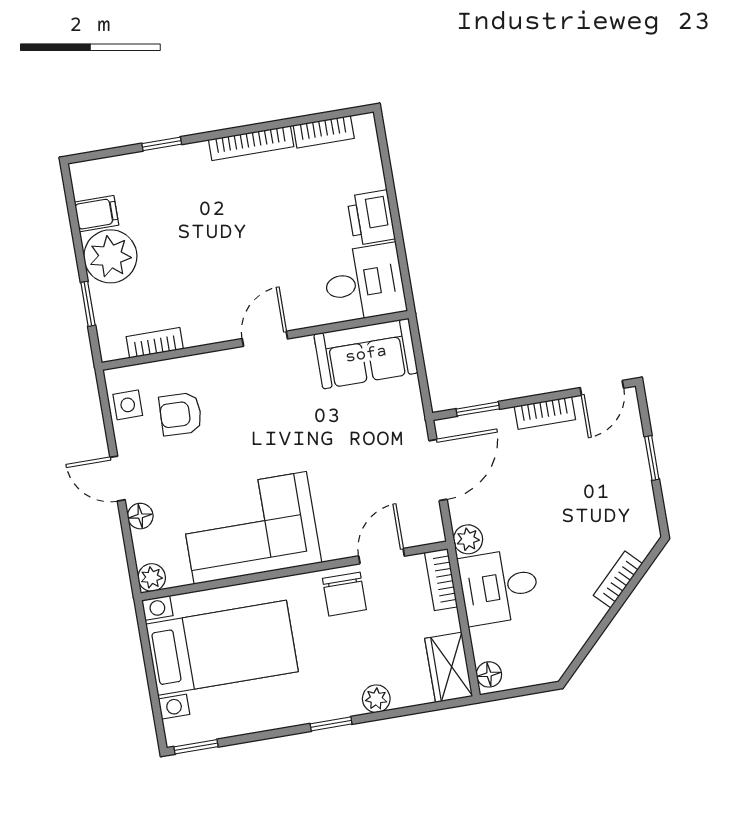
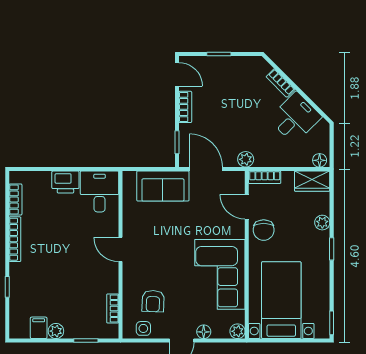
plant: (110, 256) -> (56, 331), width x0.53, depth x0.53
sofa: (366, 354) -> (163, 186), moved, turned 90
desk: (499, 587) -> (295, 118), moved, turned -135
chair: (344, 594) -> (264, 230), turned 90

